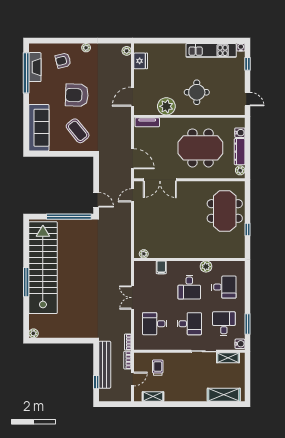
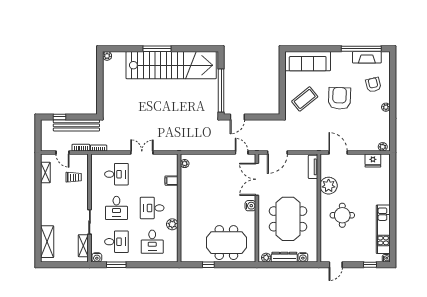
water cooler: (187, 186) -> (250, 206), added
desk: (155, 324) -> (116, 174), turned 90

